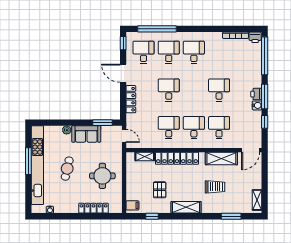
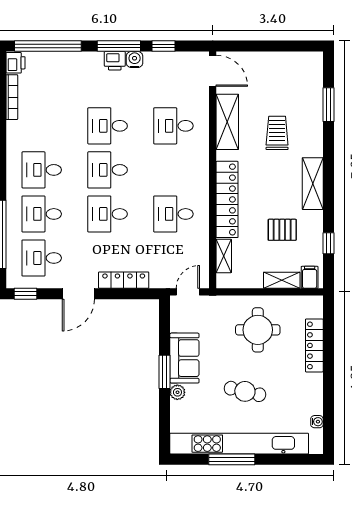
window: (103, 123) -> (165, 372), moved
desk: (194, 128) -> (108, 170), moved
shelving: (257, 200) -> (282, 280), moved

